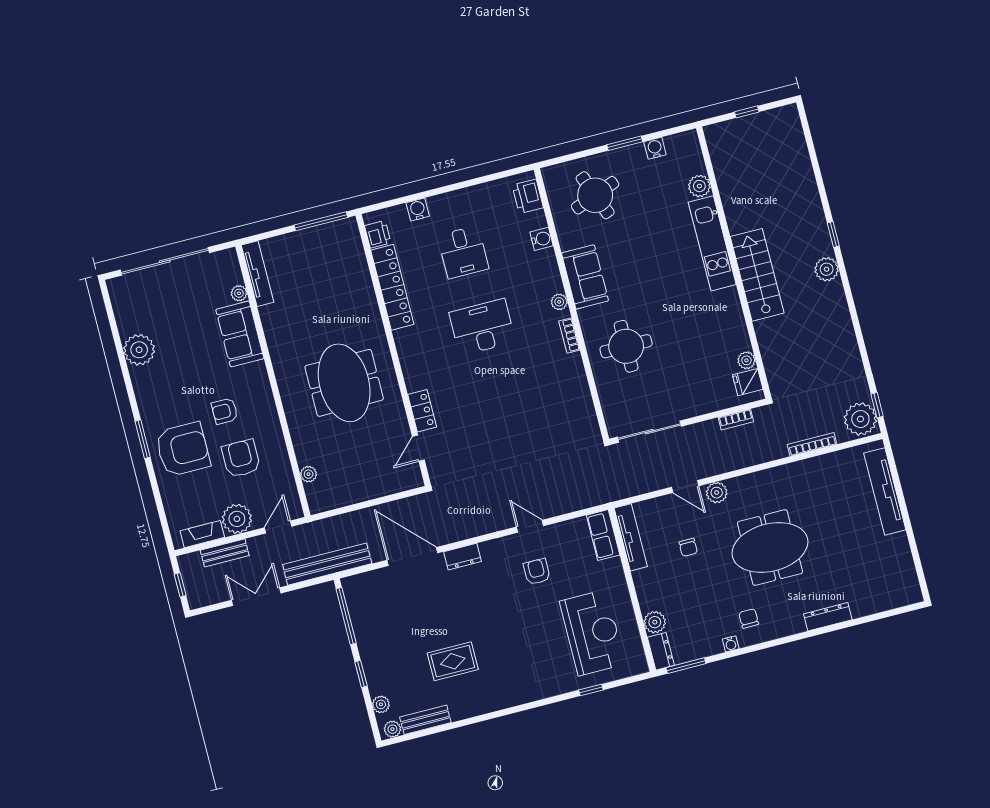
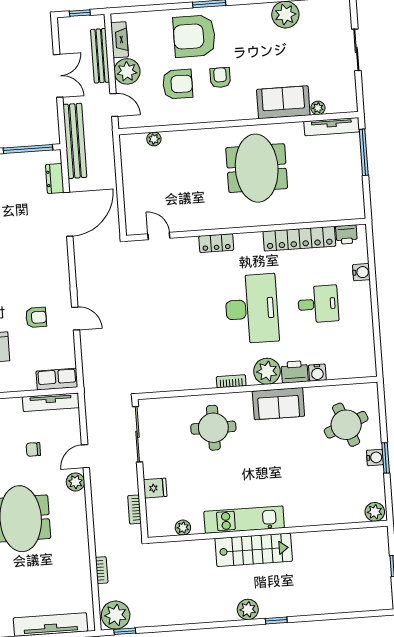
water cooler: (655, 148) -> (375, 457), moved
plant: (699, 186) -> (375, 512), moved
printer: (528, 196) -> (295, 372), moved
window: (321, 221) -> (364, 152), moved
kitchen unit: (712, 243) -> (244, 520), moved
desk: (463, 252) -> (318, 304), turned 180
sliding door: (165, 261) -> (356, 50), width x0.54
plant: (559, 302) -> (267, 371), width x1.87, depth x1.87
desk: (482, 327) -> (252, 309), width x1.36, depth x1.30
fridge: (748, 382) -> (155, 488), moved, turned 90
meeting table: (344, 383) -> (257, 168), moved, turned 90
locker: (422, 411) -> (216, 243), moved
bookcase: (812, 444) -> (102, 570), width x0.64
armchair: (183, 449) -> (194, 36), turned 90
door: (530, 526) -> (76, 319), hinge flipped
bench: (225, 553) -> (100, 56), width x1.36
dresser: (462, 557) -> (55, 178), moved

